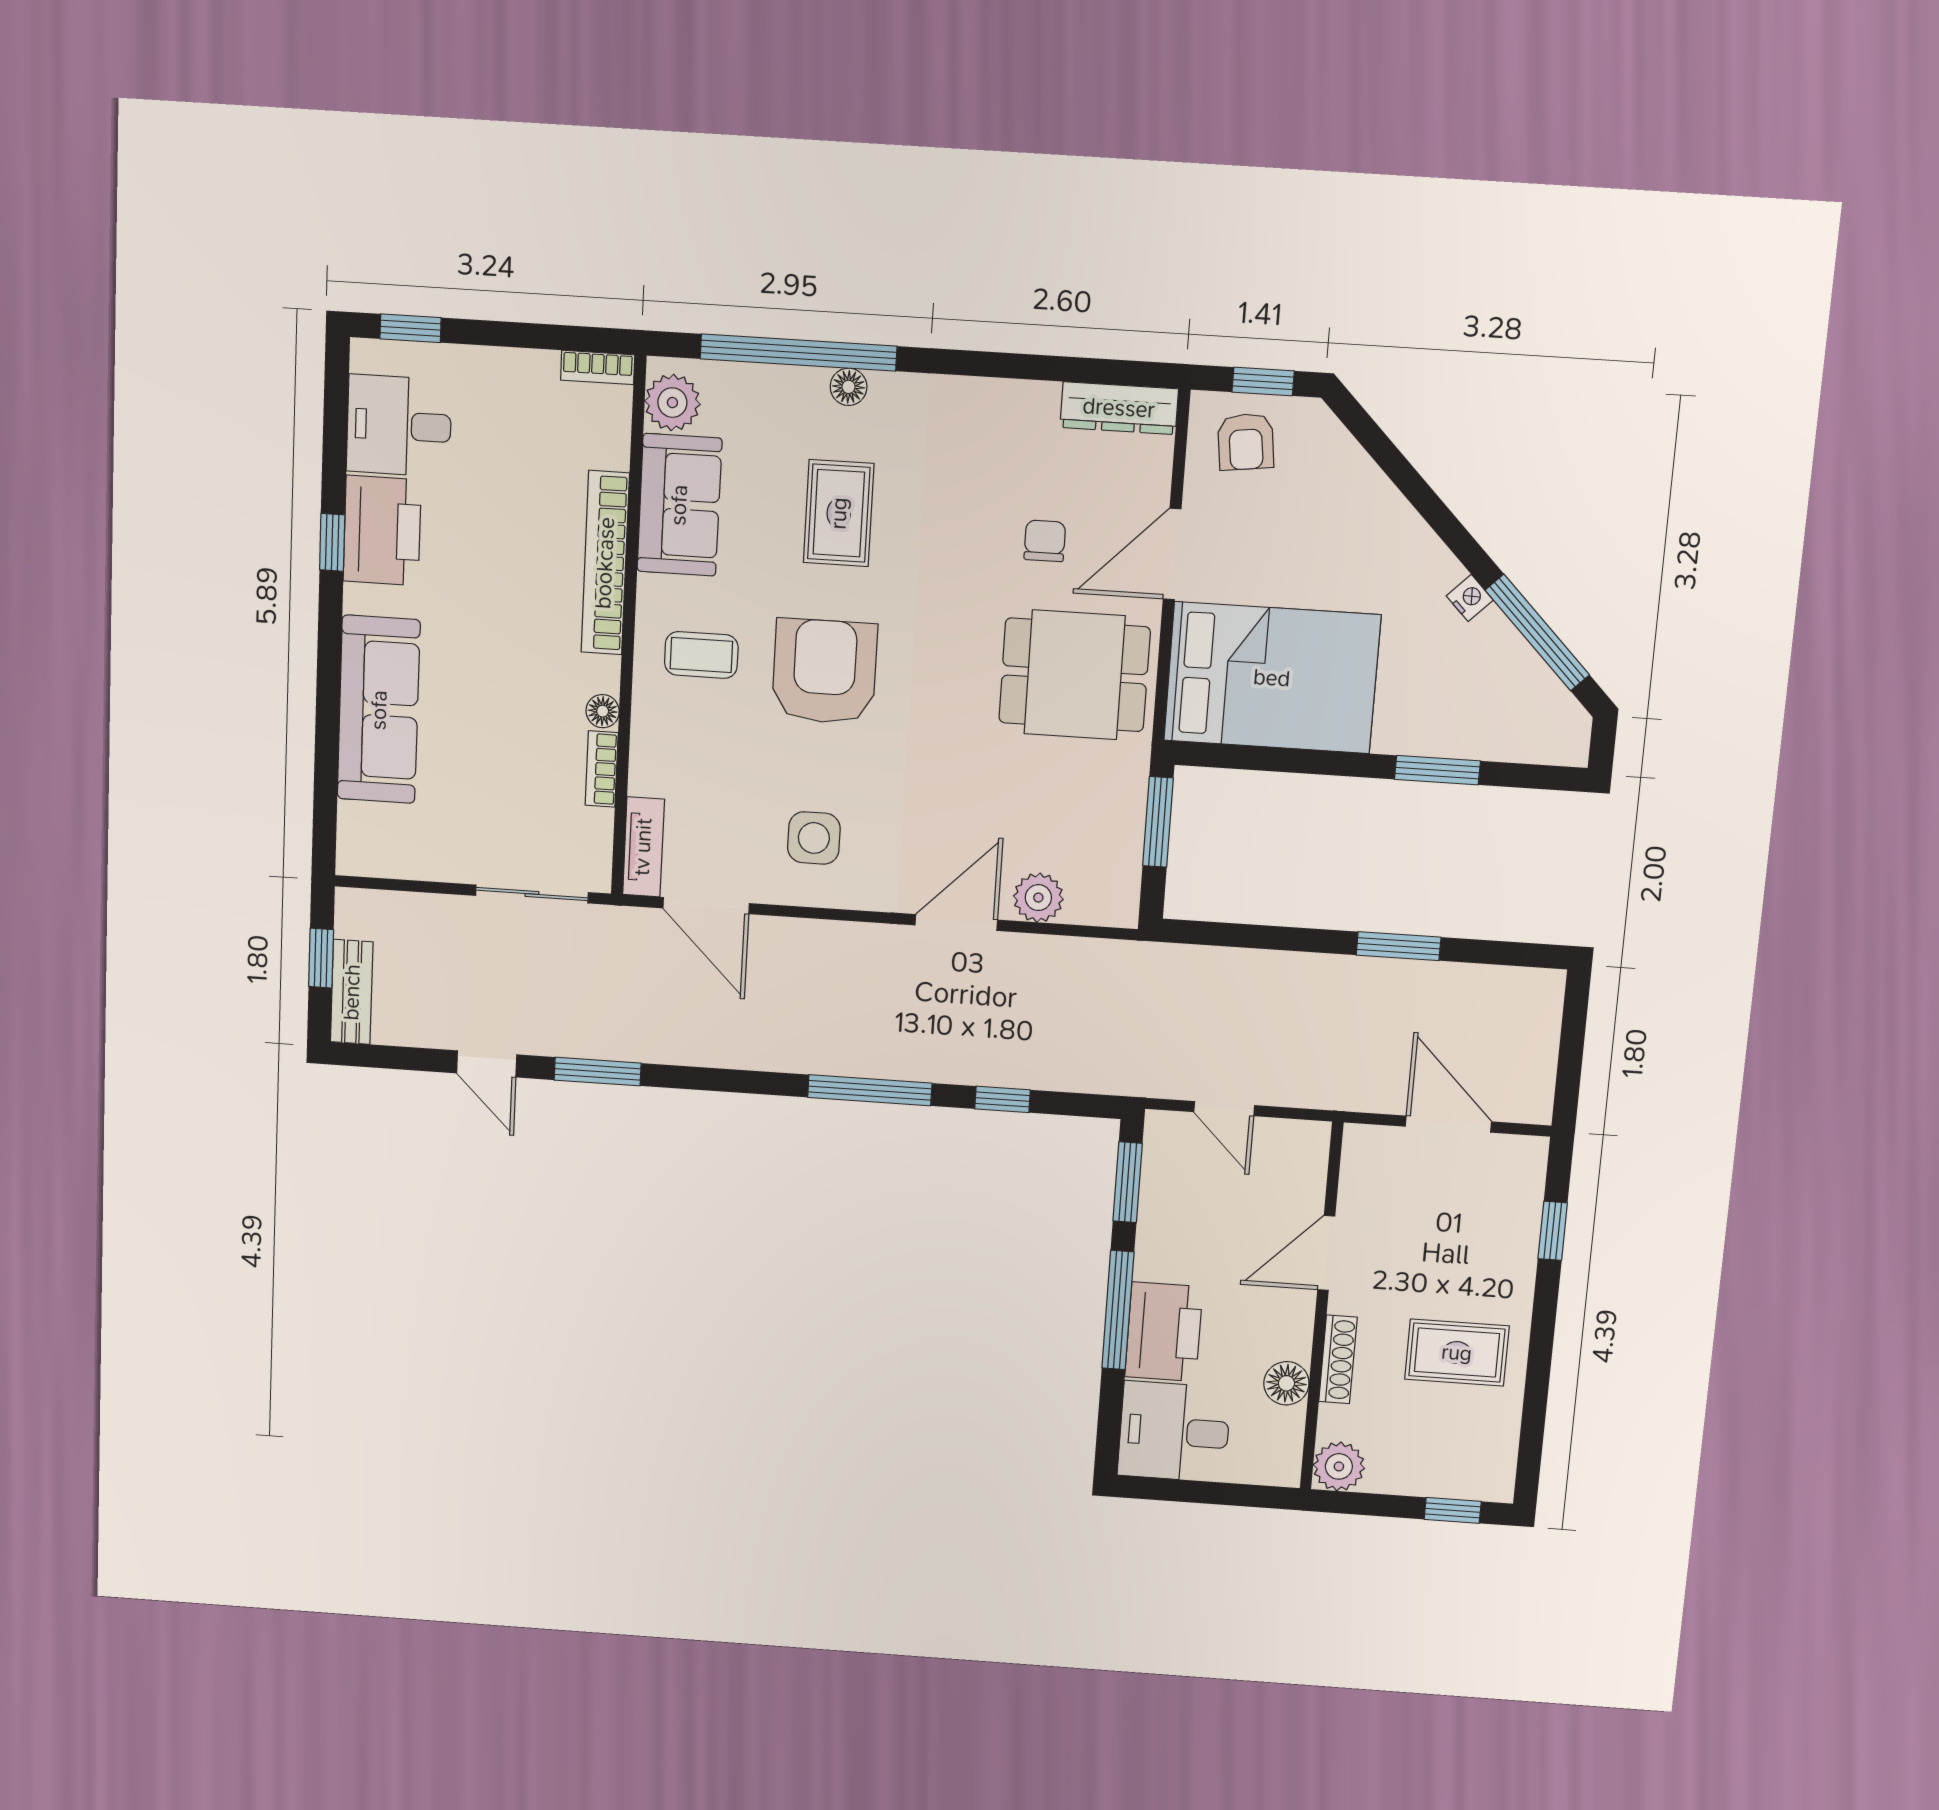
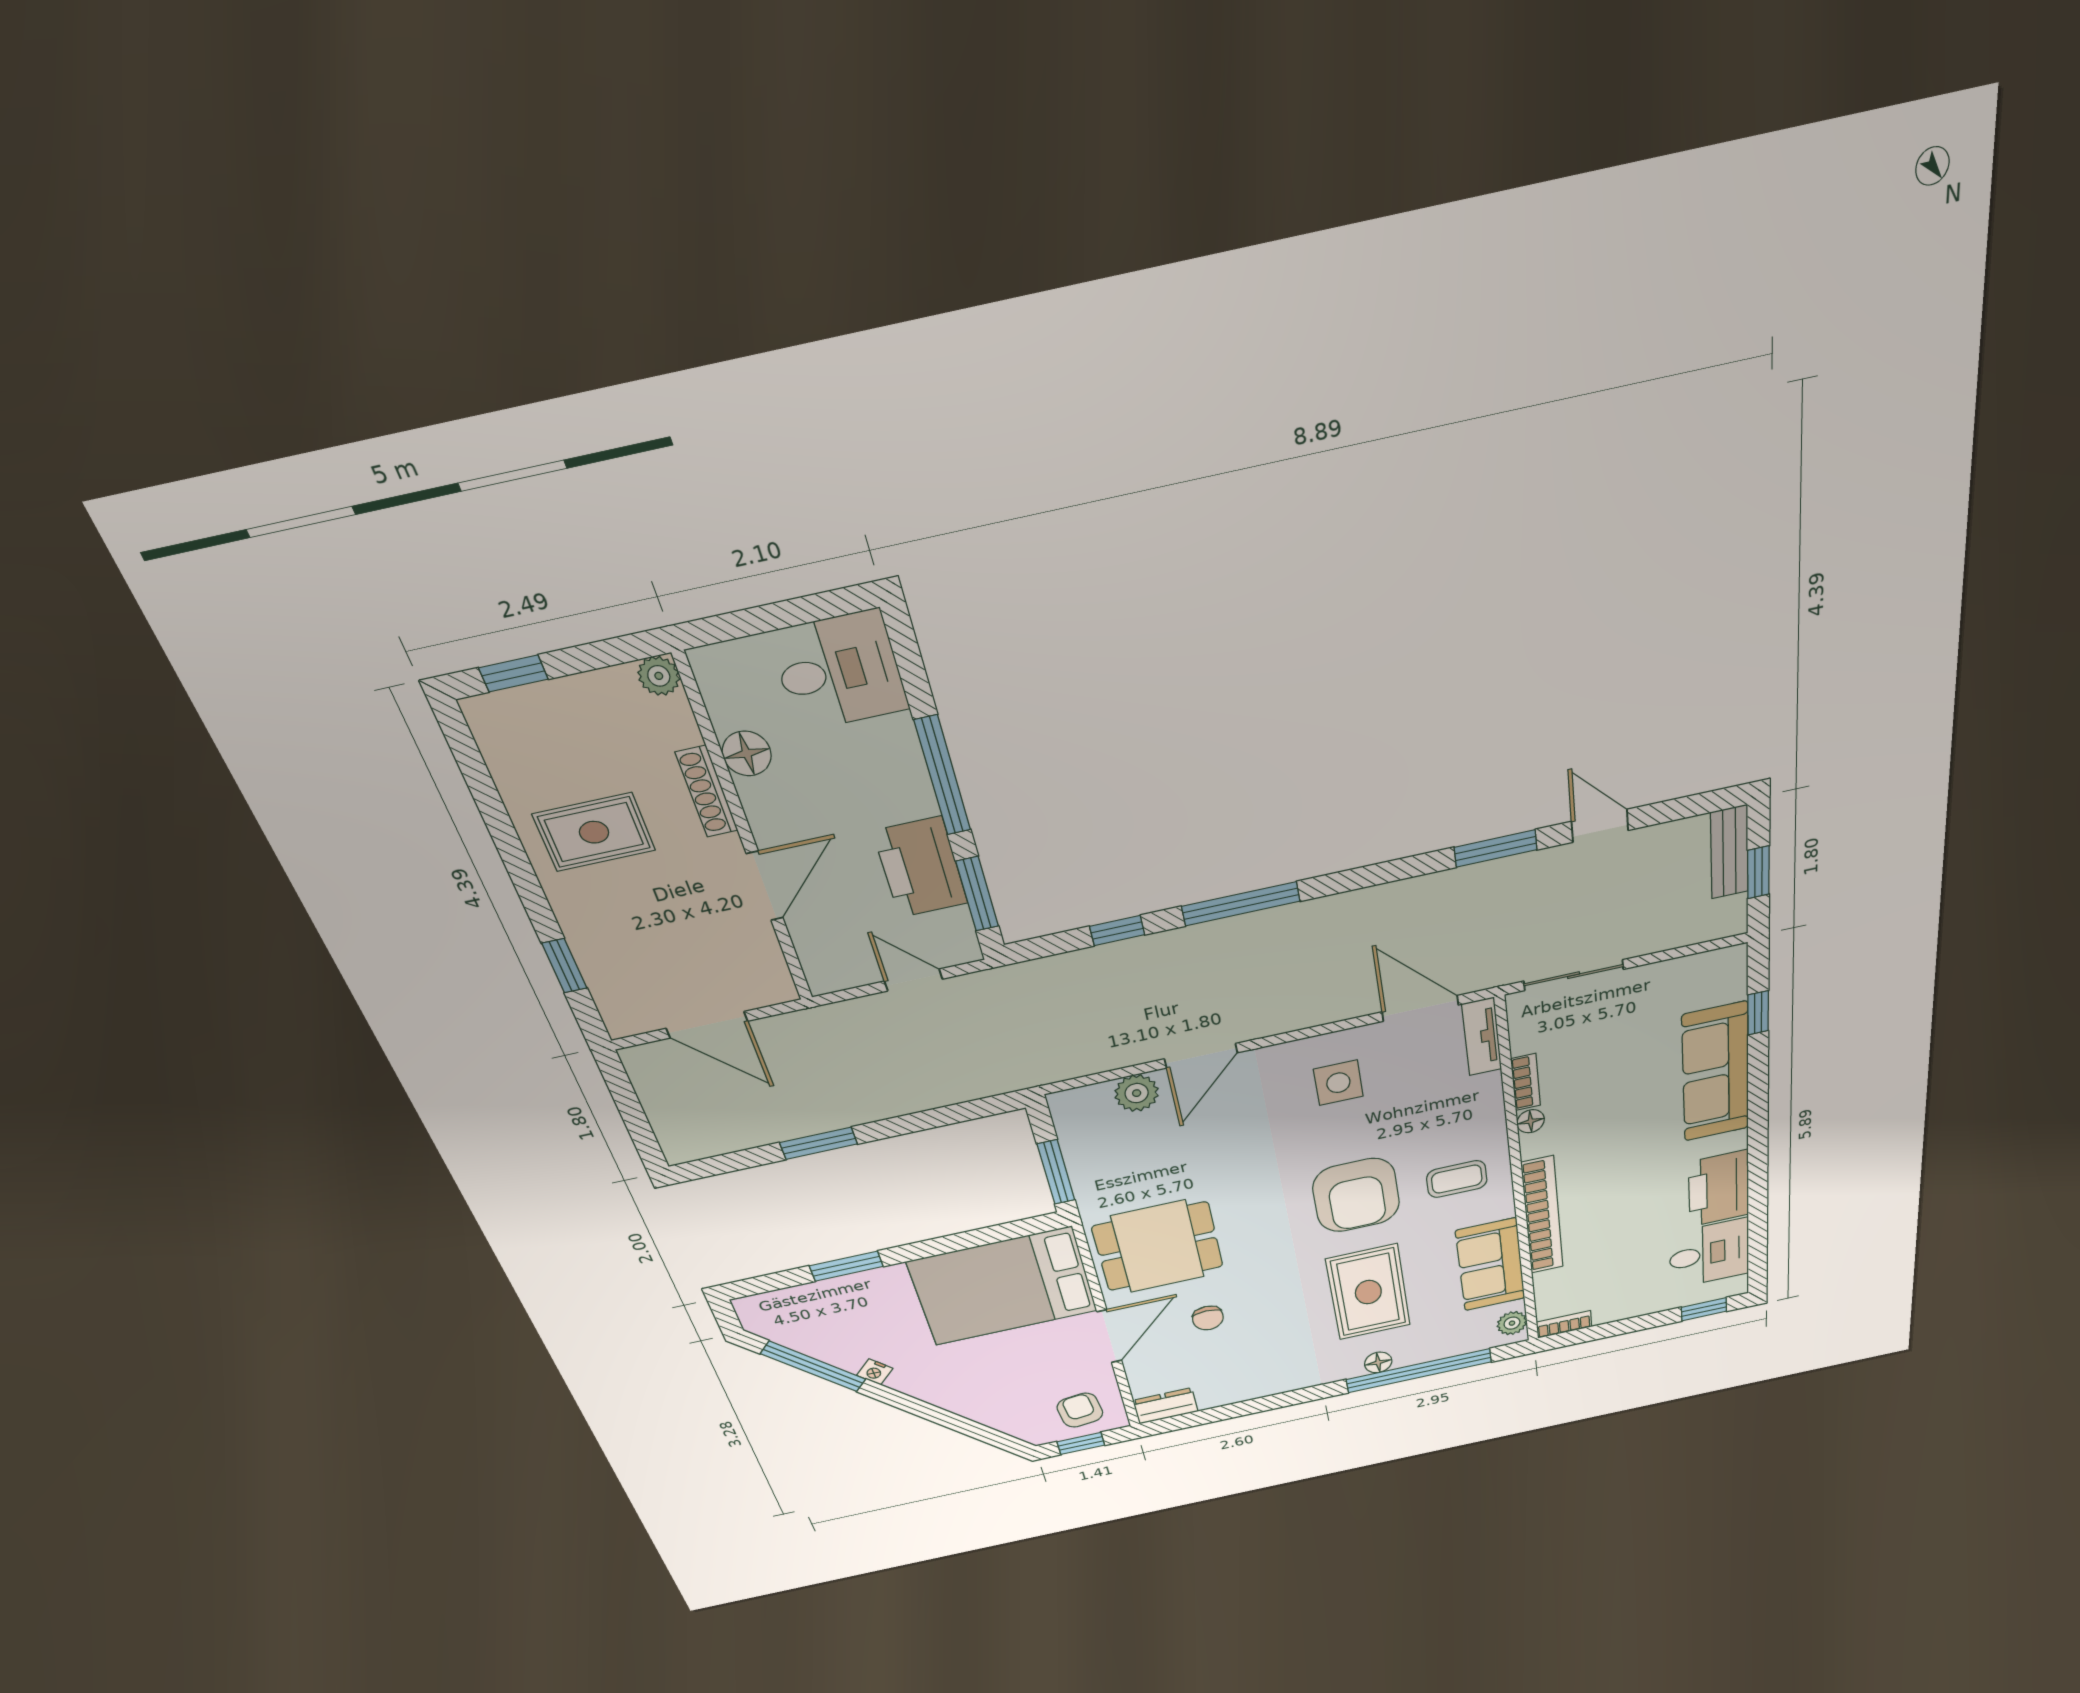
plant: (672, 403) -> (1512, 1323), width x0.73, depth x0.73
dresser: (1119, 408) -> (1165, 1406), width x0.70
rug: (839, 513) -> (1368, 1292), width x1.36, depth x1.43
window: (332, 542) -> (1758, 1013), moved
printer: (1164, 1332) -> (920, 867), moved
plant: (1339, 1466) -> (659, 676), width x0.73, depth x0.73

